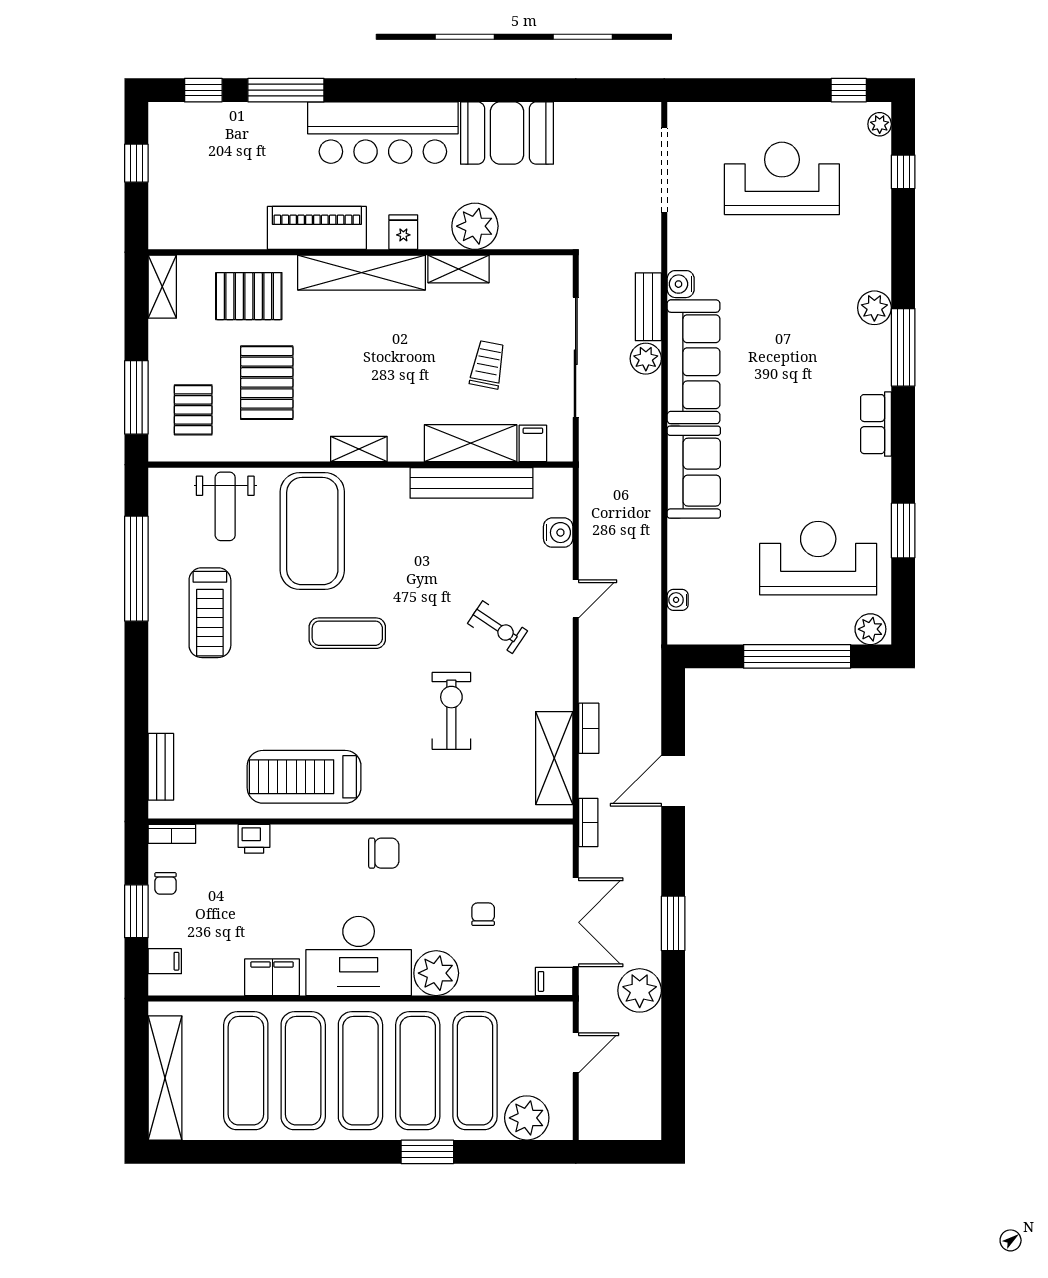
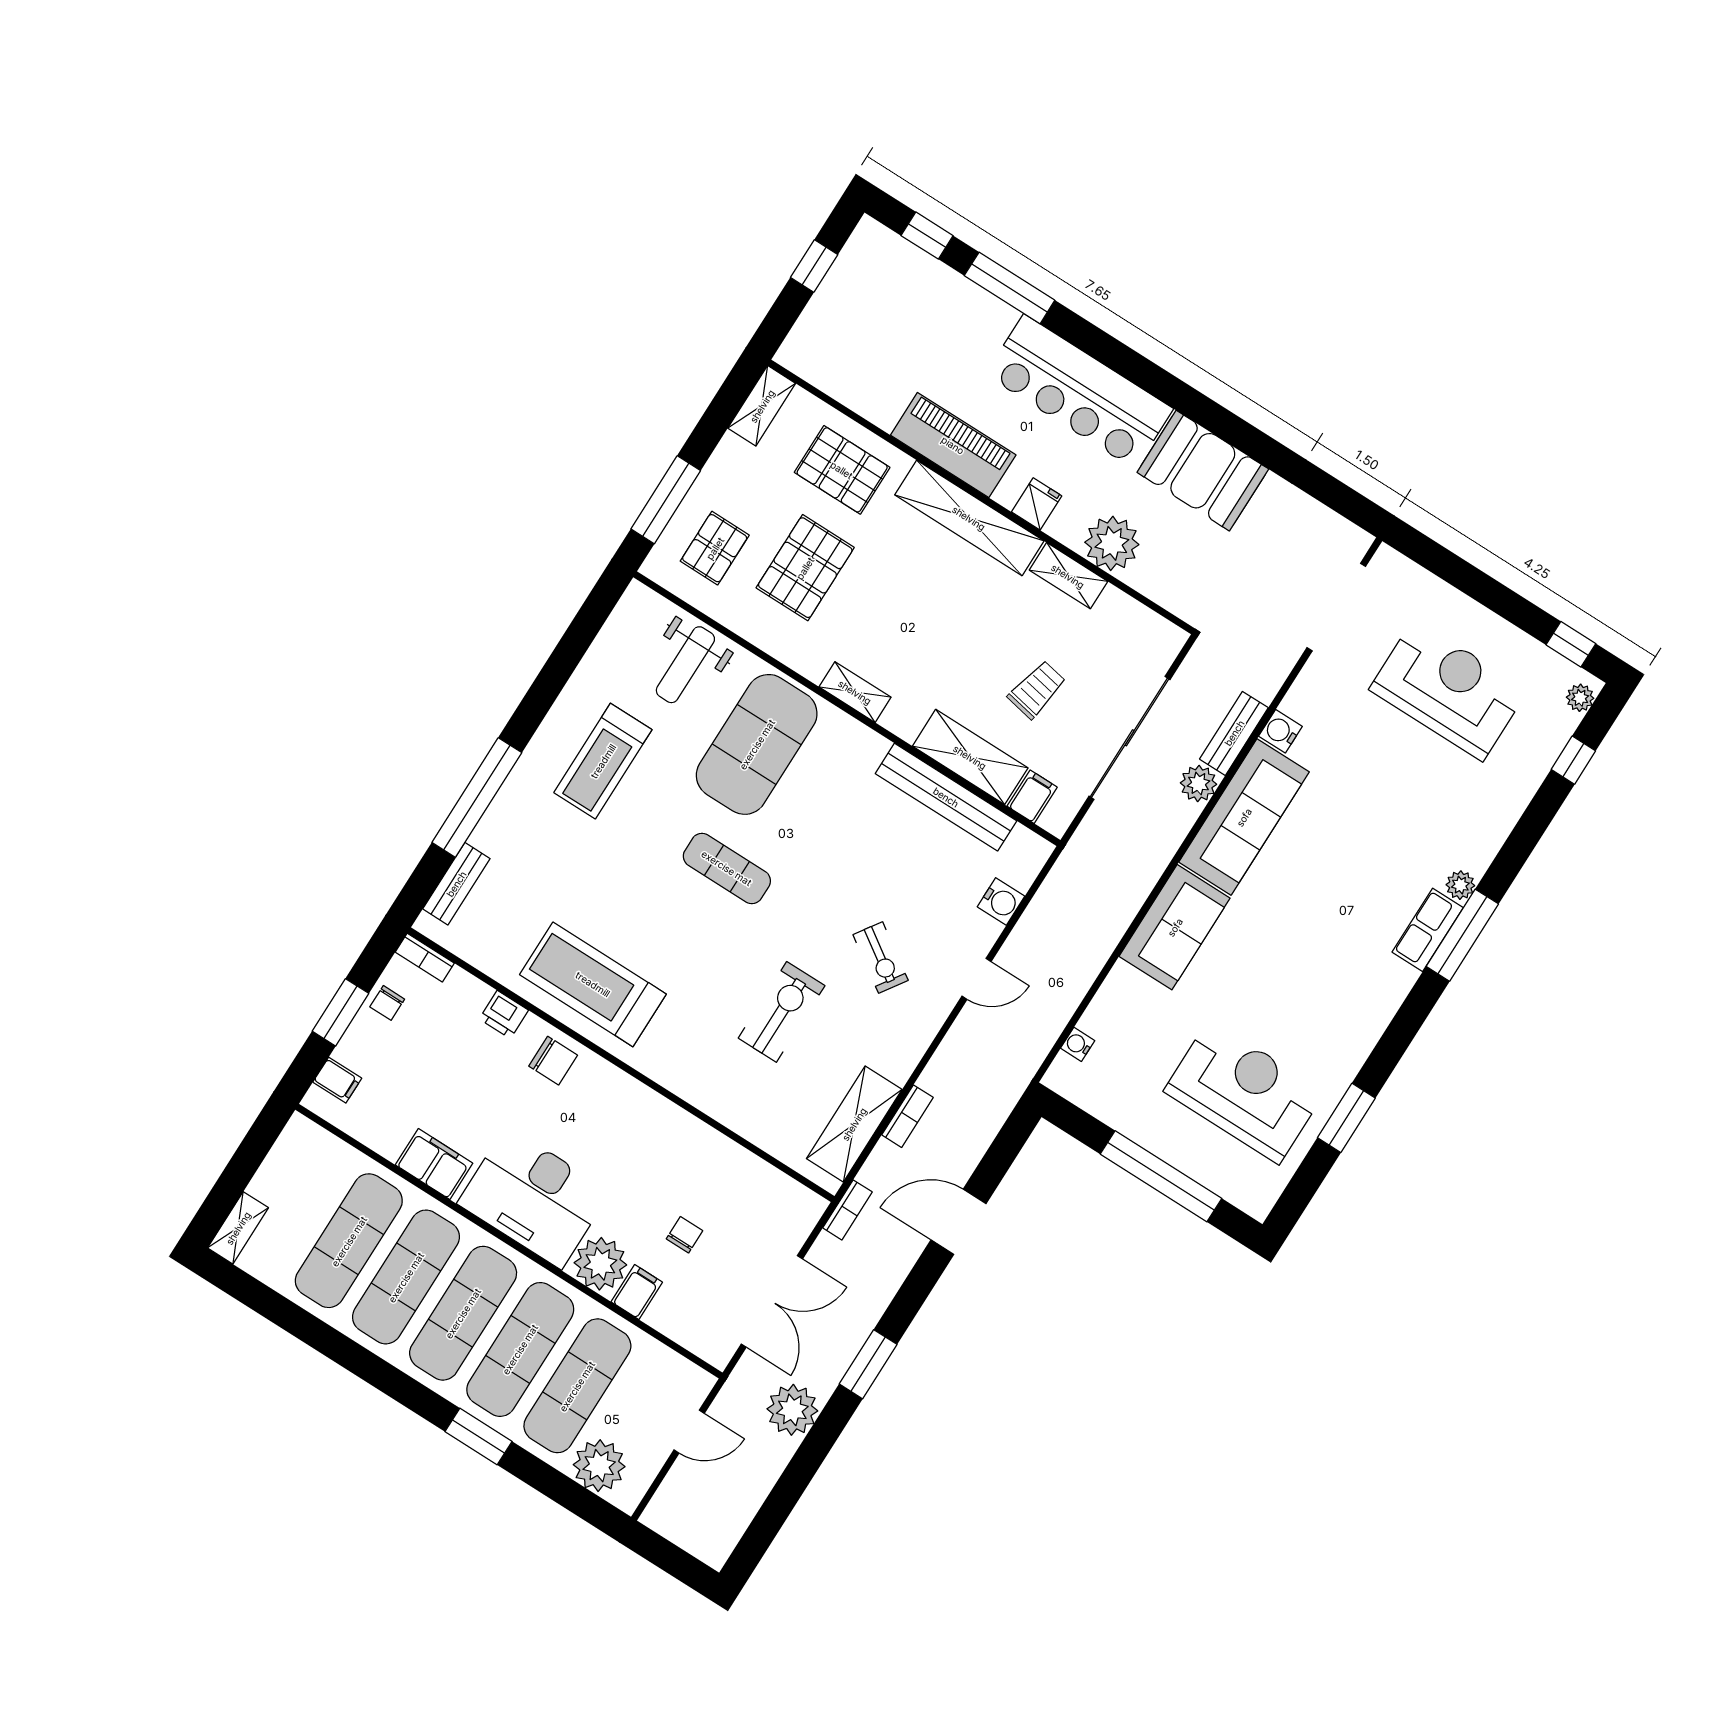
plant: (874, 308) -> (1460, 885), width x0.73, depth x0.73
row of seats: (876, 424) -> (1428, 930), moved
window: (136, 569) -> (477, 797), moved
plant: (870, 629) -> (1251, 1196), removed
chair: (384, 853) -> (553, 1061), moved
filing cabinet: (554, 981) -> (637, 1292), moved, turned 90
shelving: (165, 1078) -> (238, 1228), width x0.45, depth x0.75

